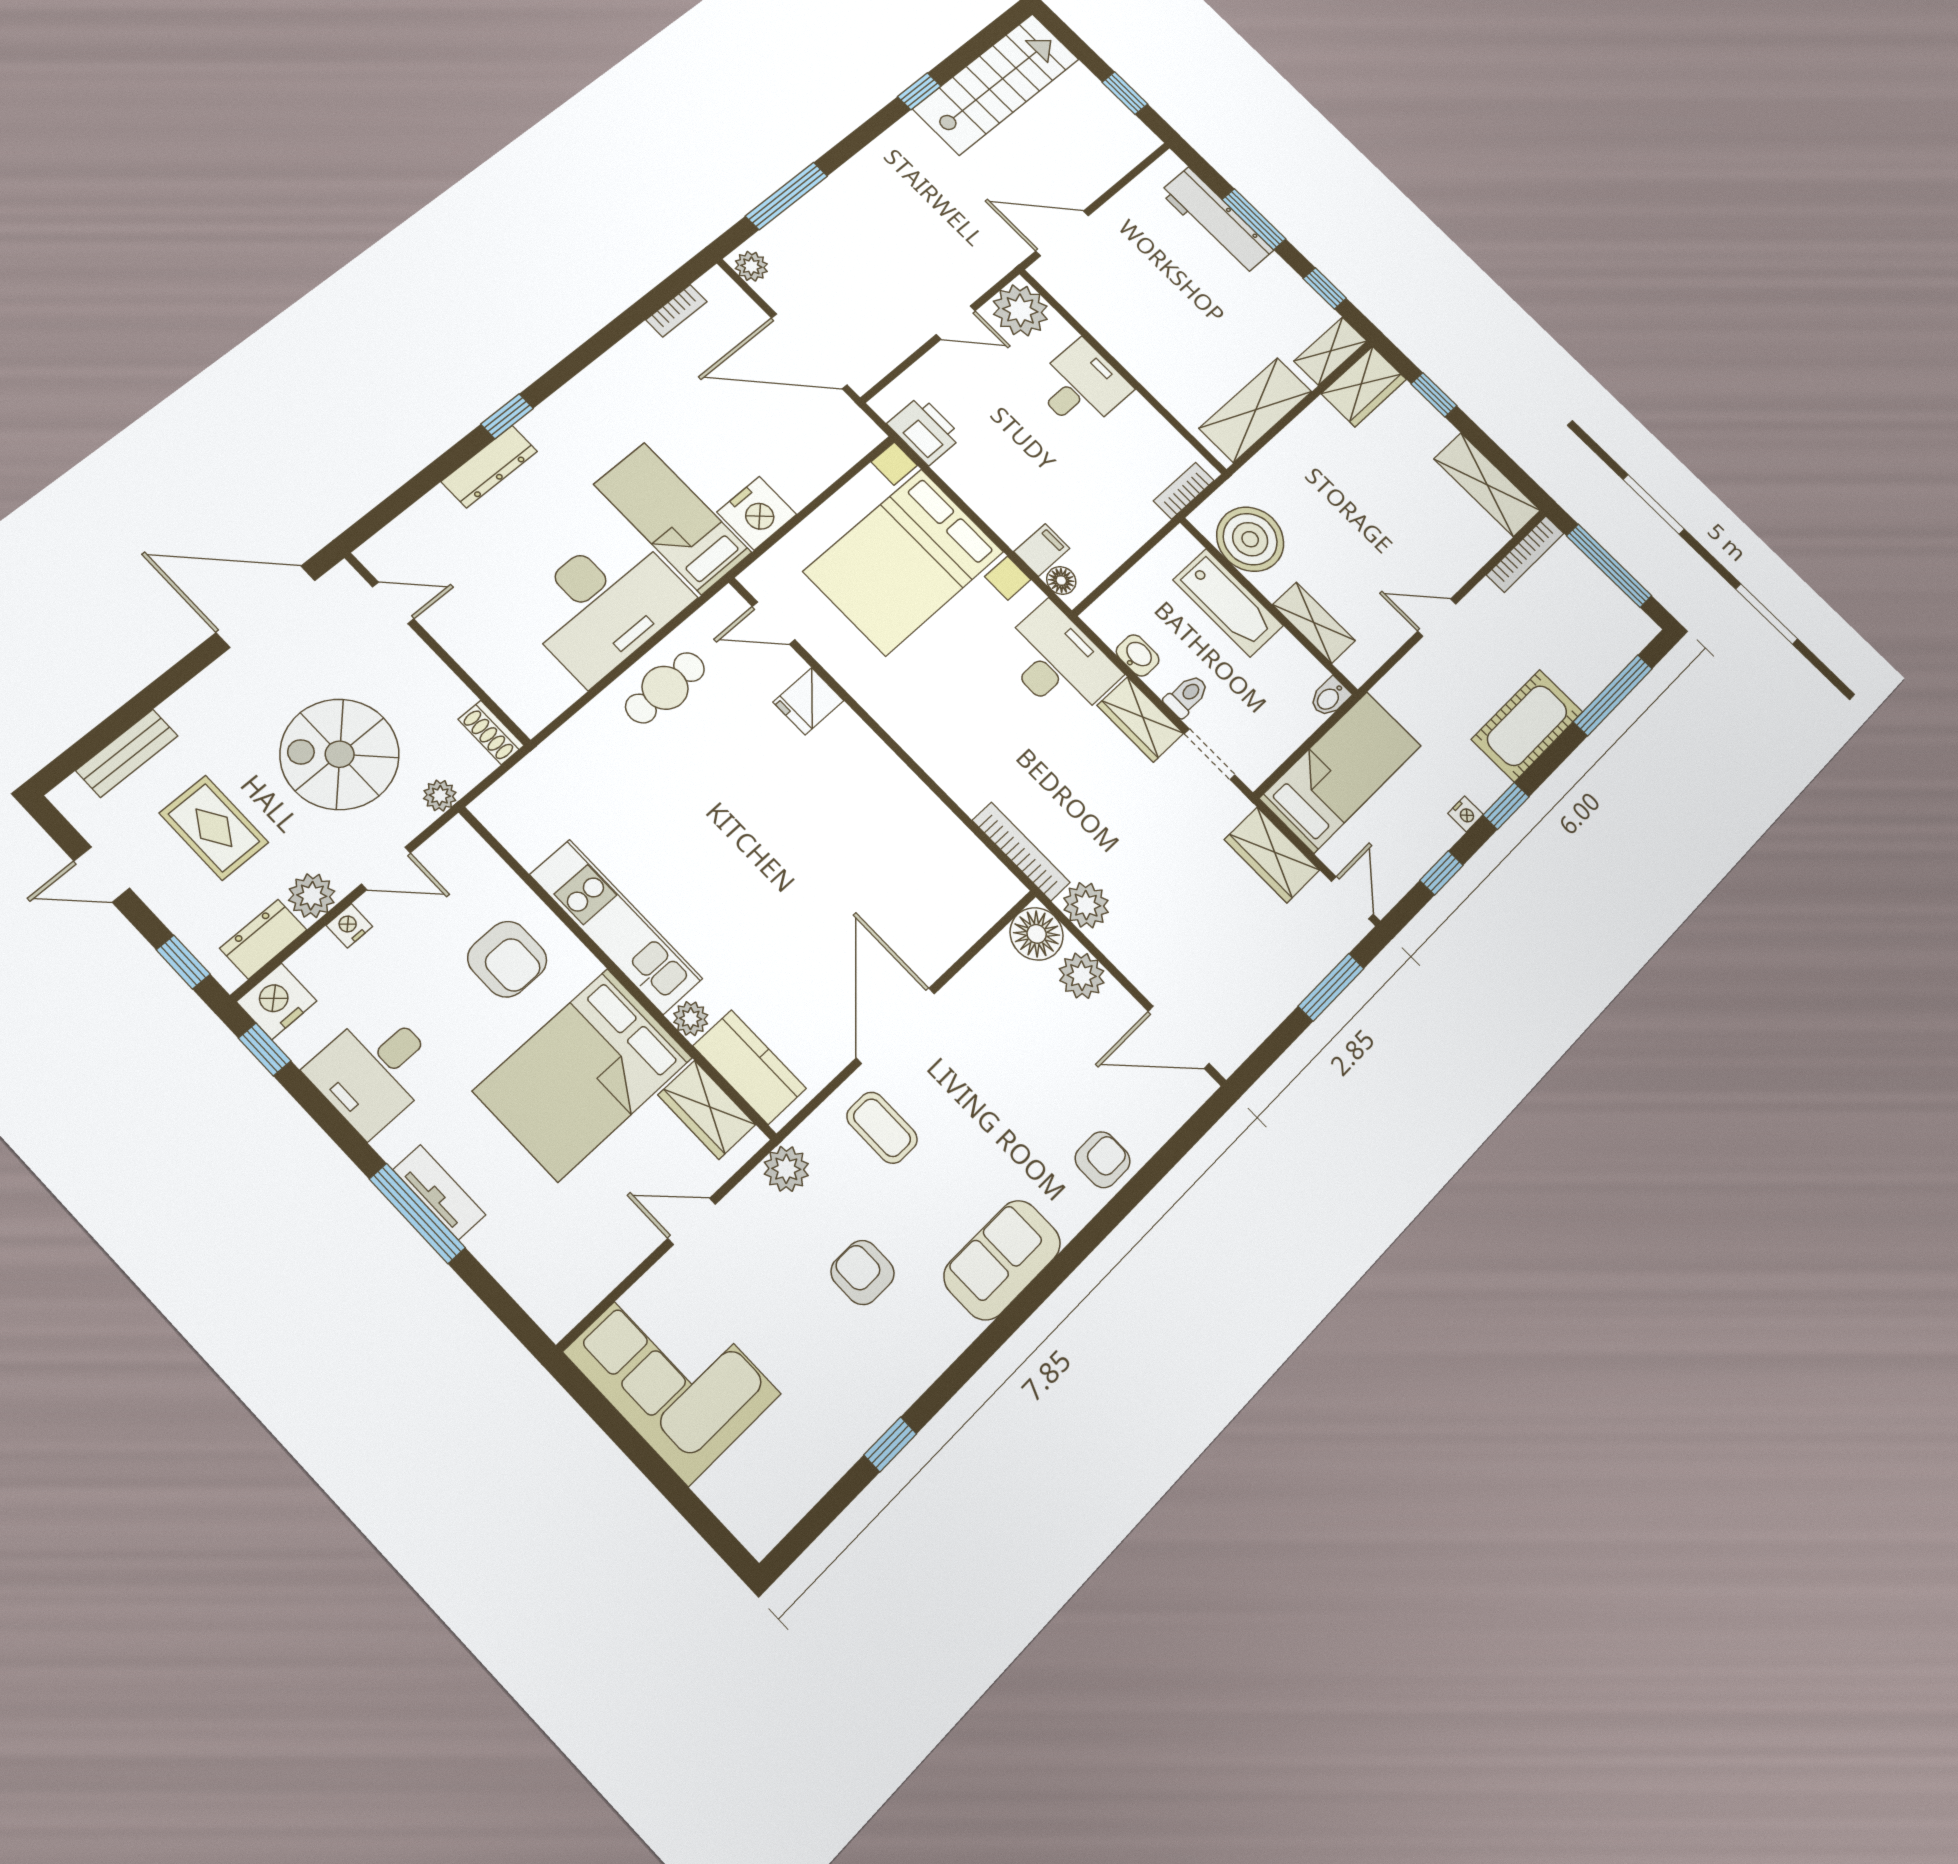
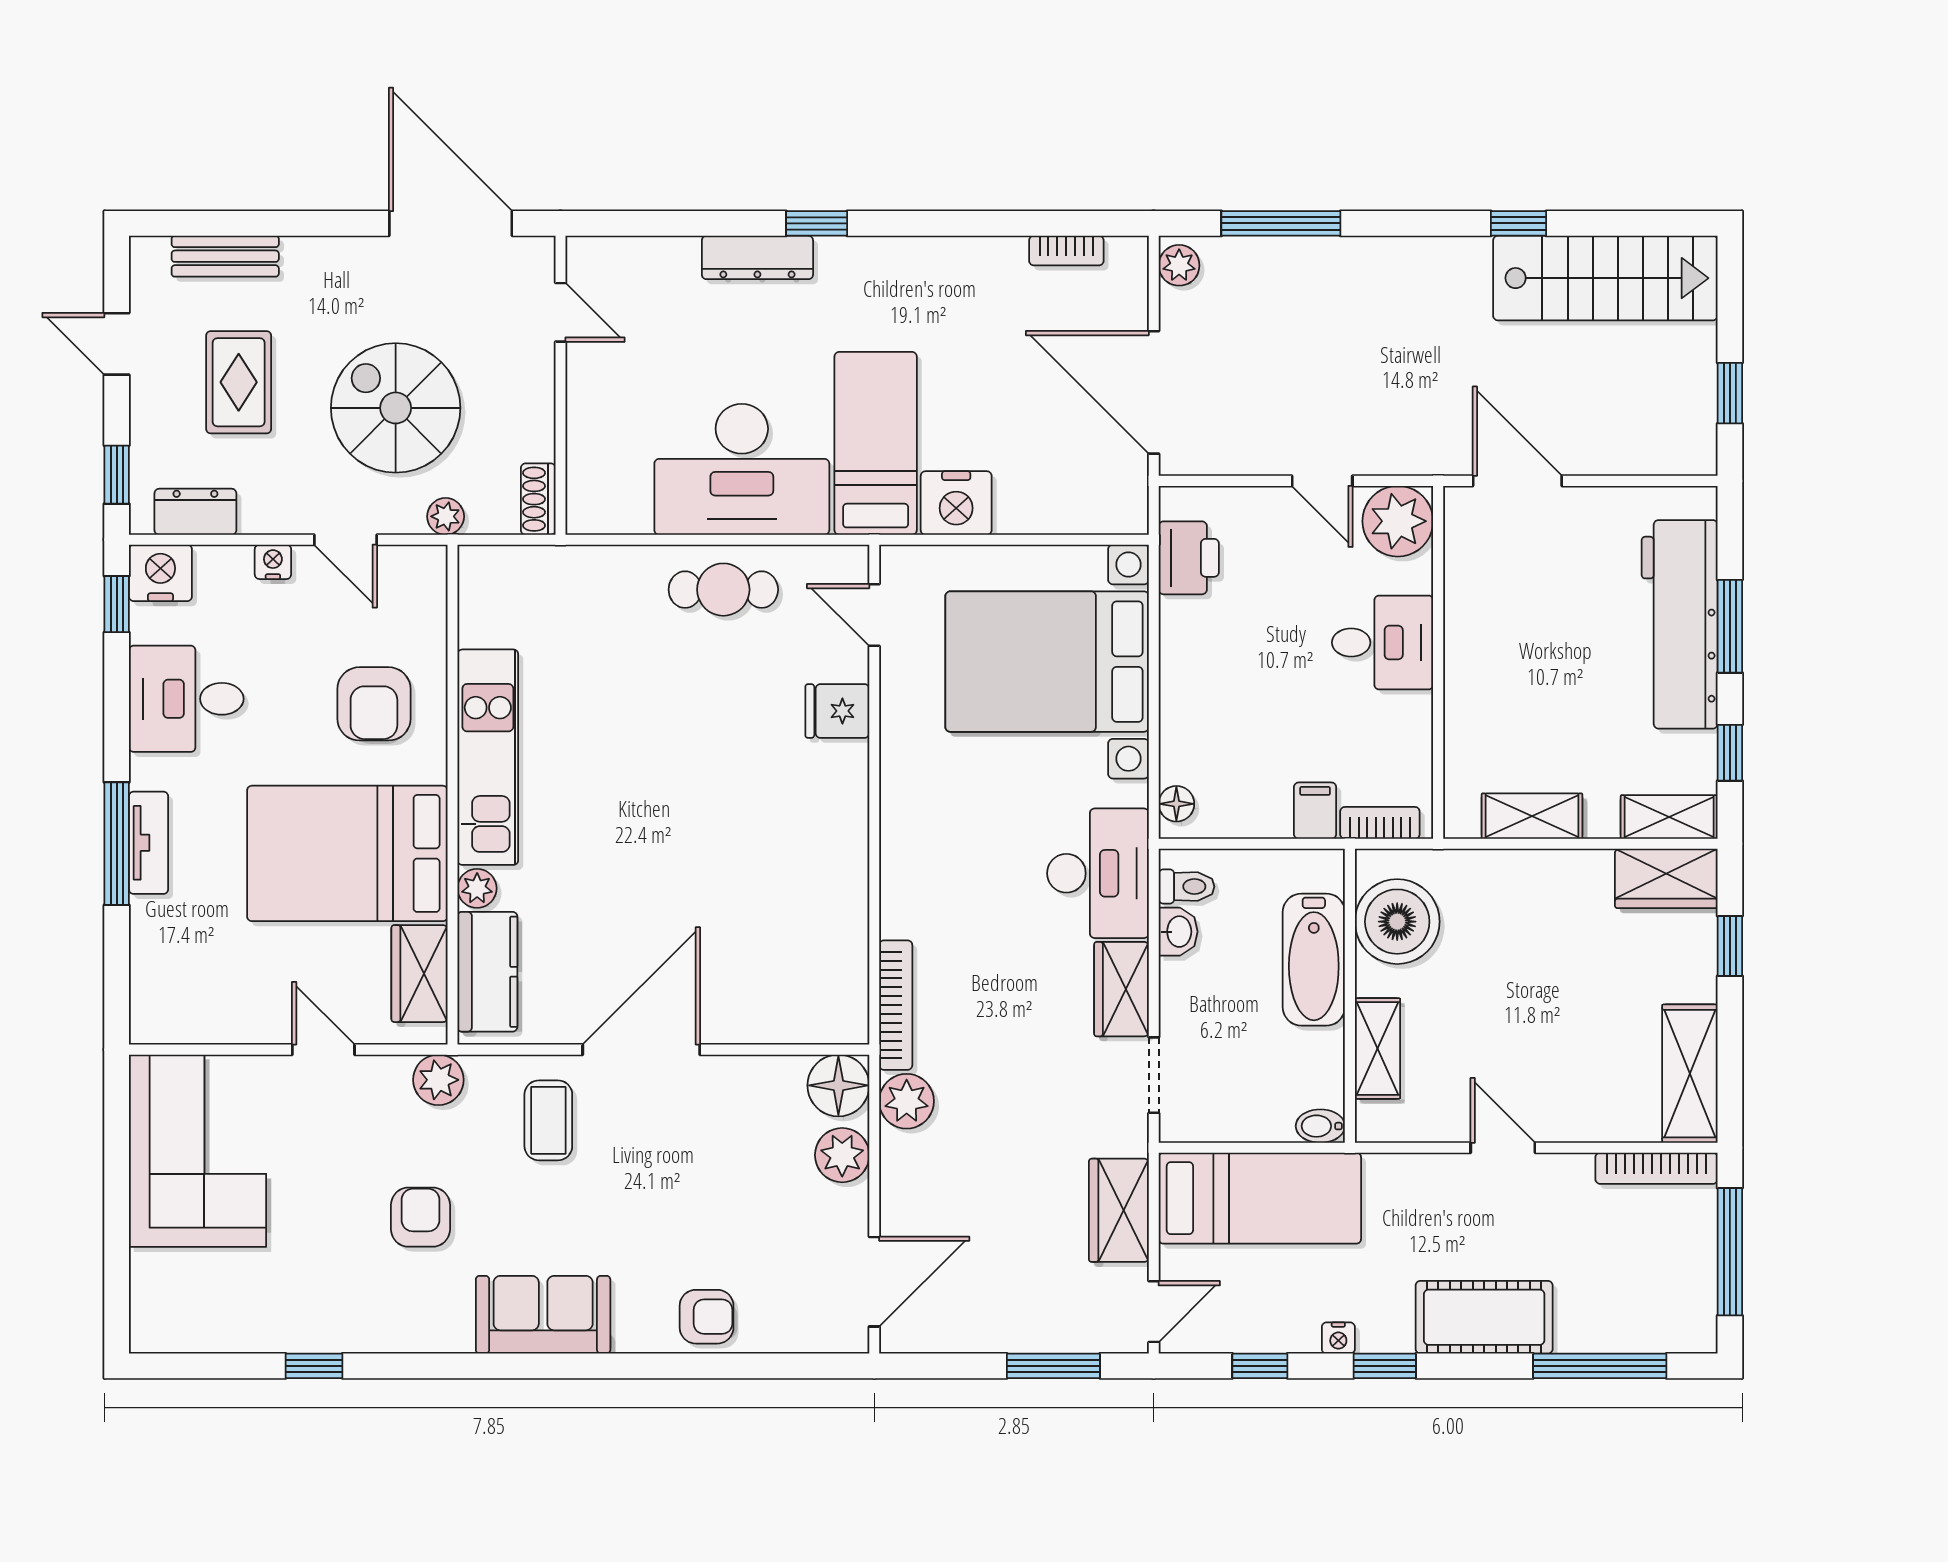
workbench: (1217, 221) -> (1680, 624), width x1.36, depth x1.32
shelving: (1256, 410) -> (1532, 816), width x0.67, depth x0.75
filing cabinet: (1042, 550) -> (1315, 811), moved, turned -90
toilet: (1187, 696) -> (1187, 887), moved
plant: (312, 896) -> (266, 510), removed
door: (1179, 1037) -> (874, 1282), swing flipped

